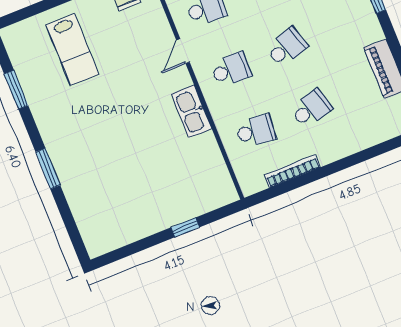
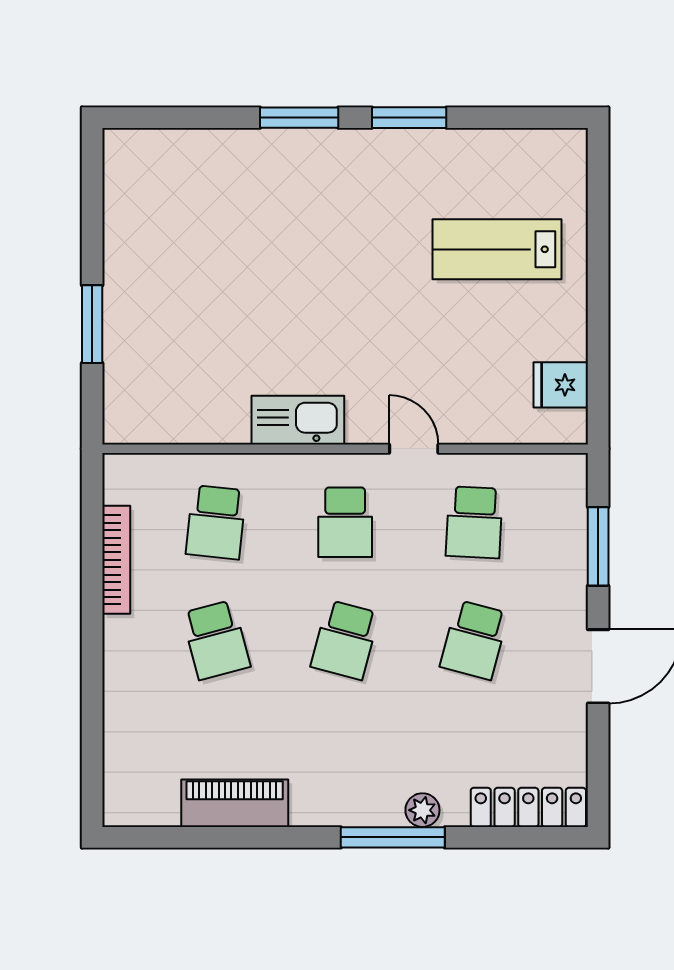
school desk: (287, 47) -> (345, 640), turned 33
window: (16, 90) -> (409, 118), moved
window: (185, 227) -> (92, 324), width x1.50

